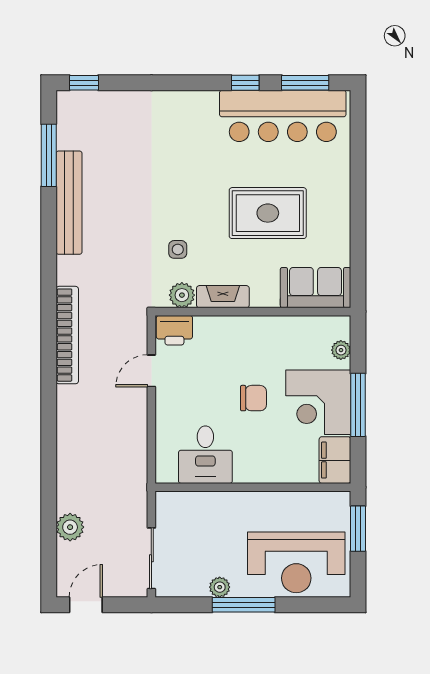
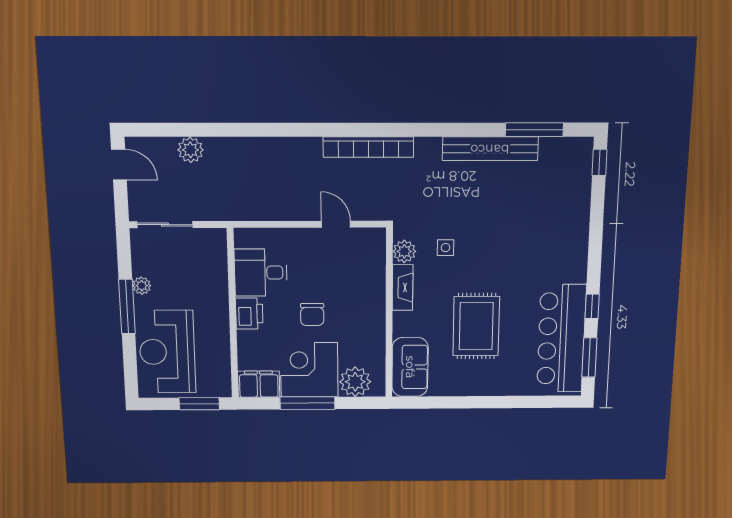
printer: (174, 330) -> (249, 314), moved, turned 180
plant: (341, 350) -> (355, 382), width x1.87, depth x1.87

